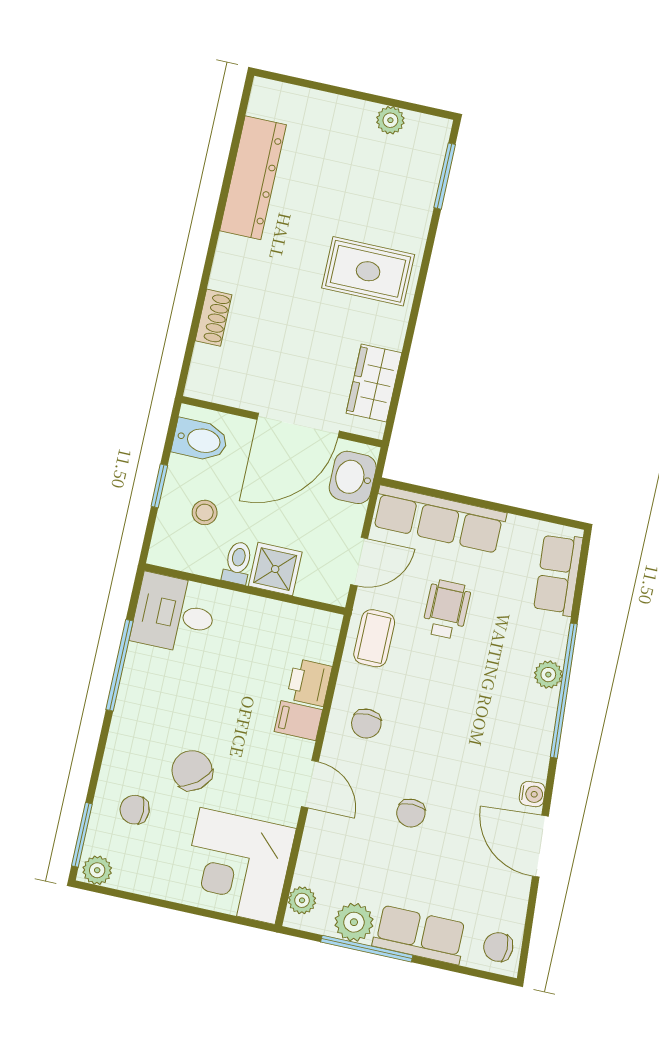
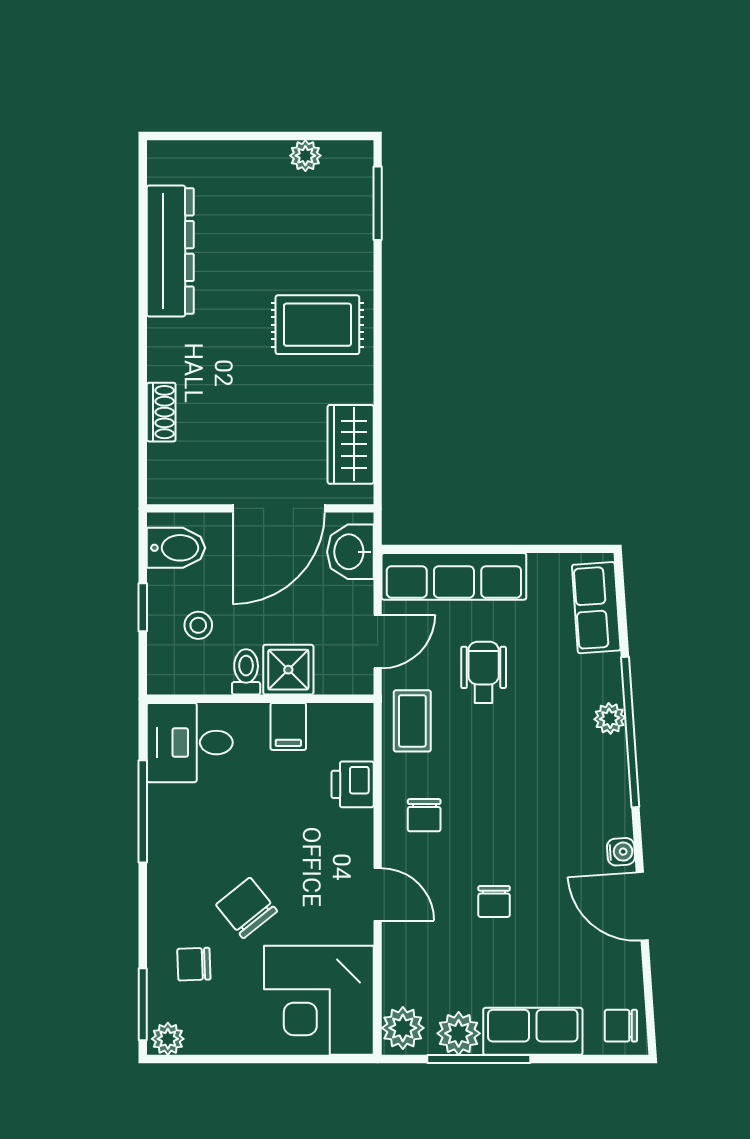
filing cabinet: (298, 721) -> (288, 726), moved, turned -90
plant: (302, 900) -> (403, 1028), width x1.38, depth x1.38

